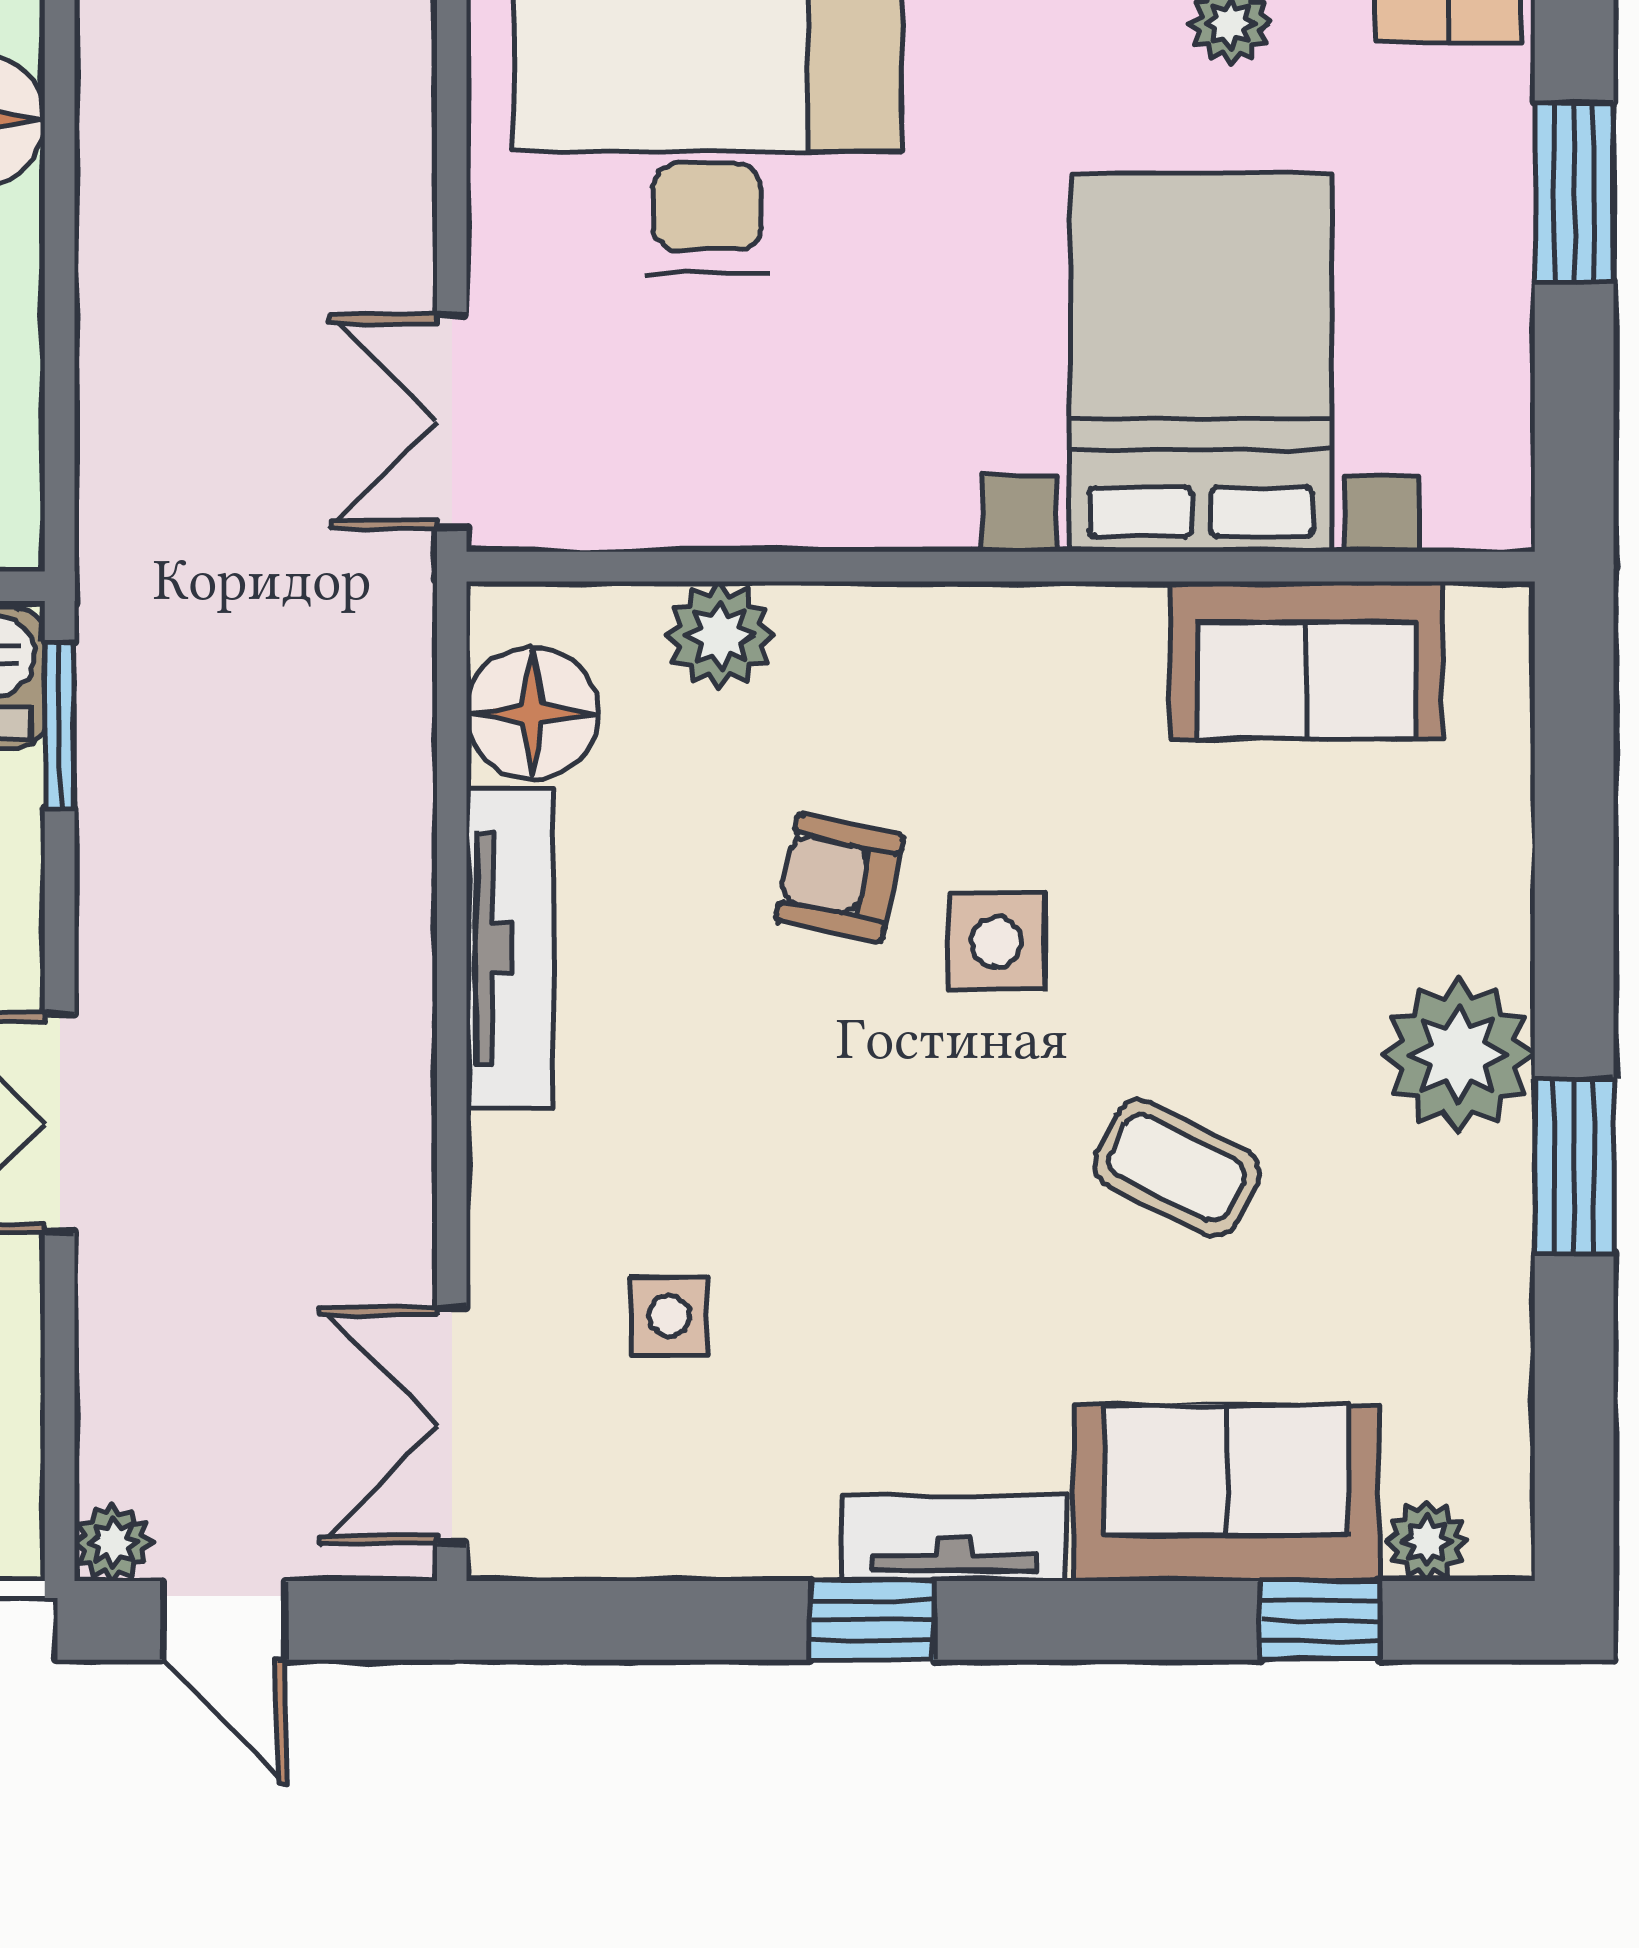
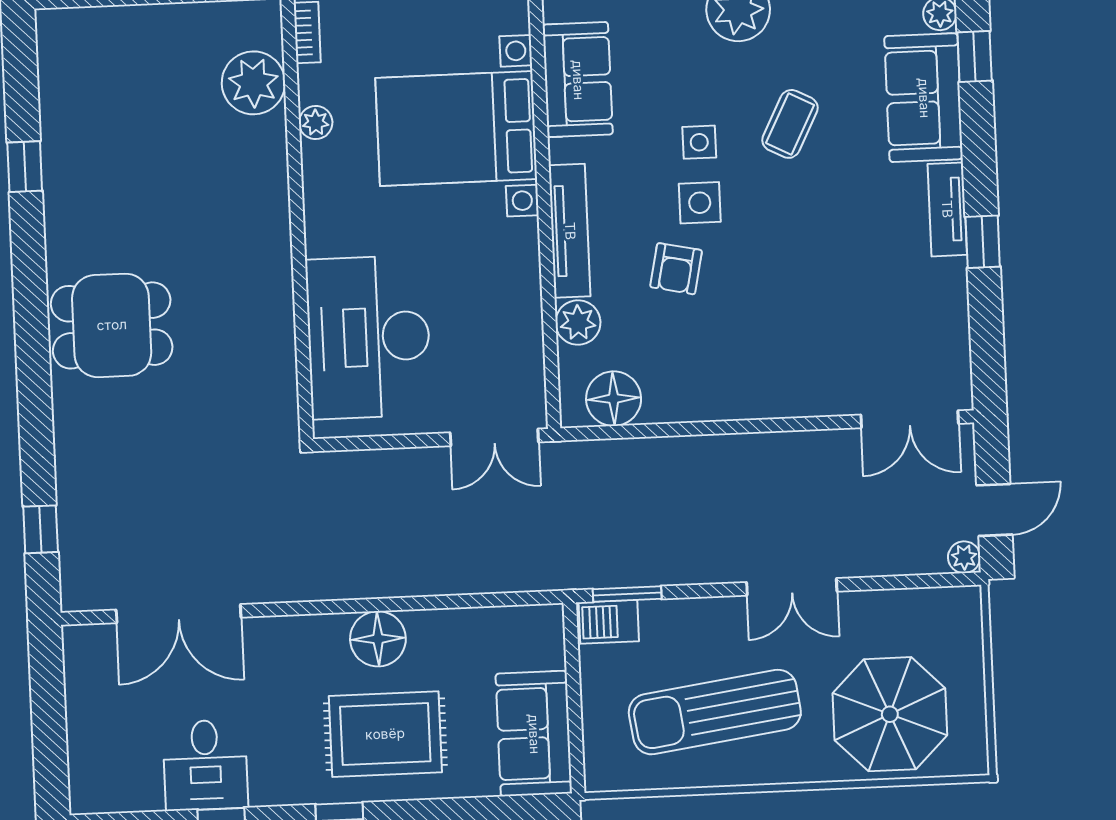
tv unit: (510, 948) -> (570, 231), moved, turned 90
side table: (669, 1316) -> (699, 142), moved

